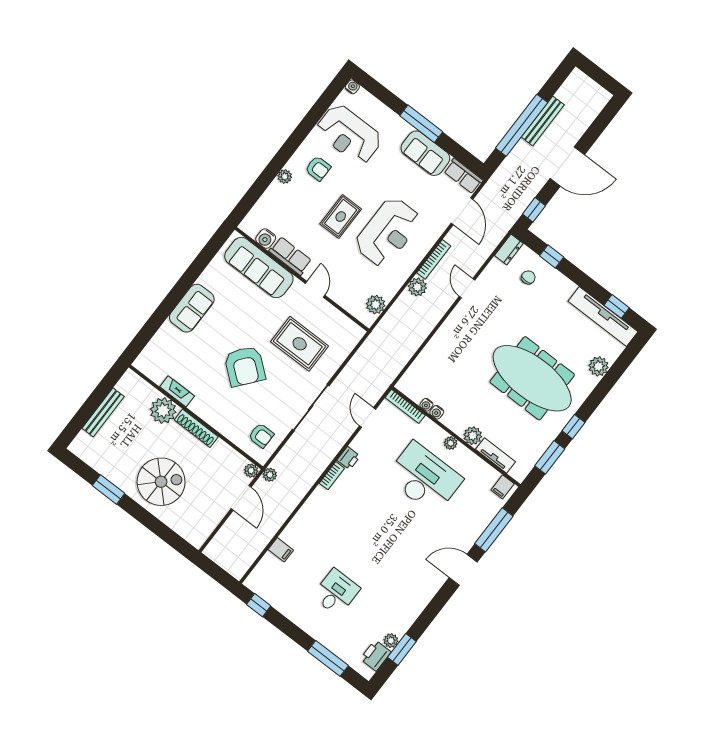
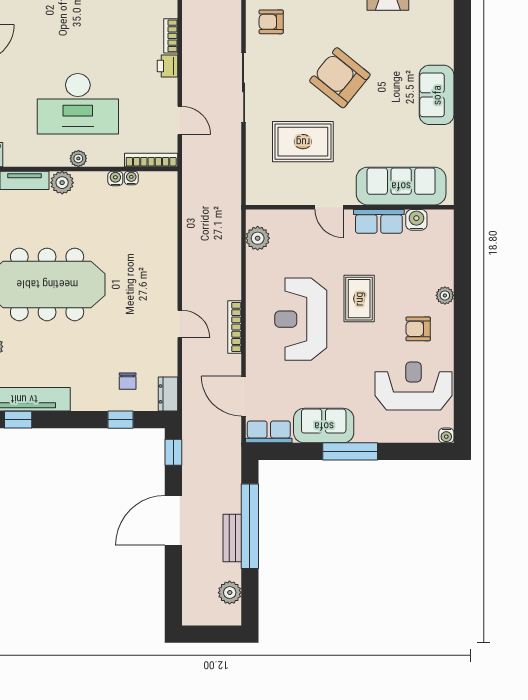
bench: (543, 121) -> (232, 538), width x0.73
plant: (417, 287) -> (230, 593), moved

